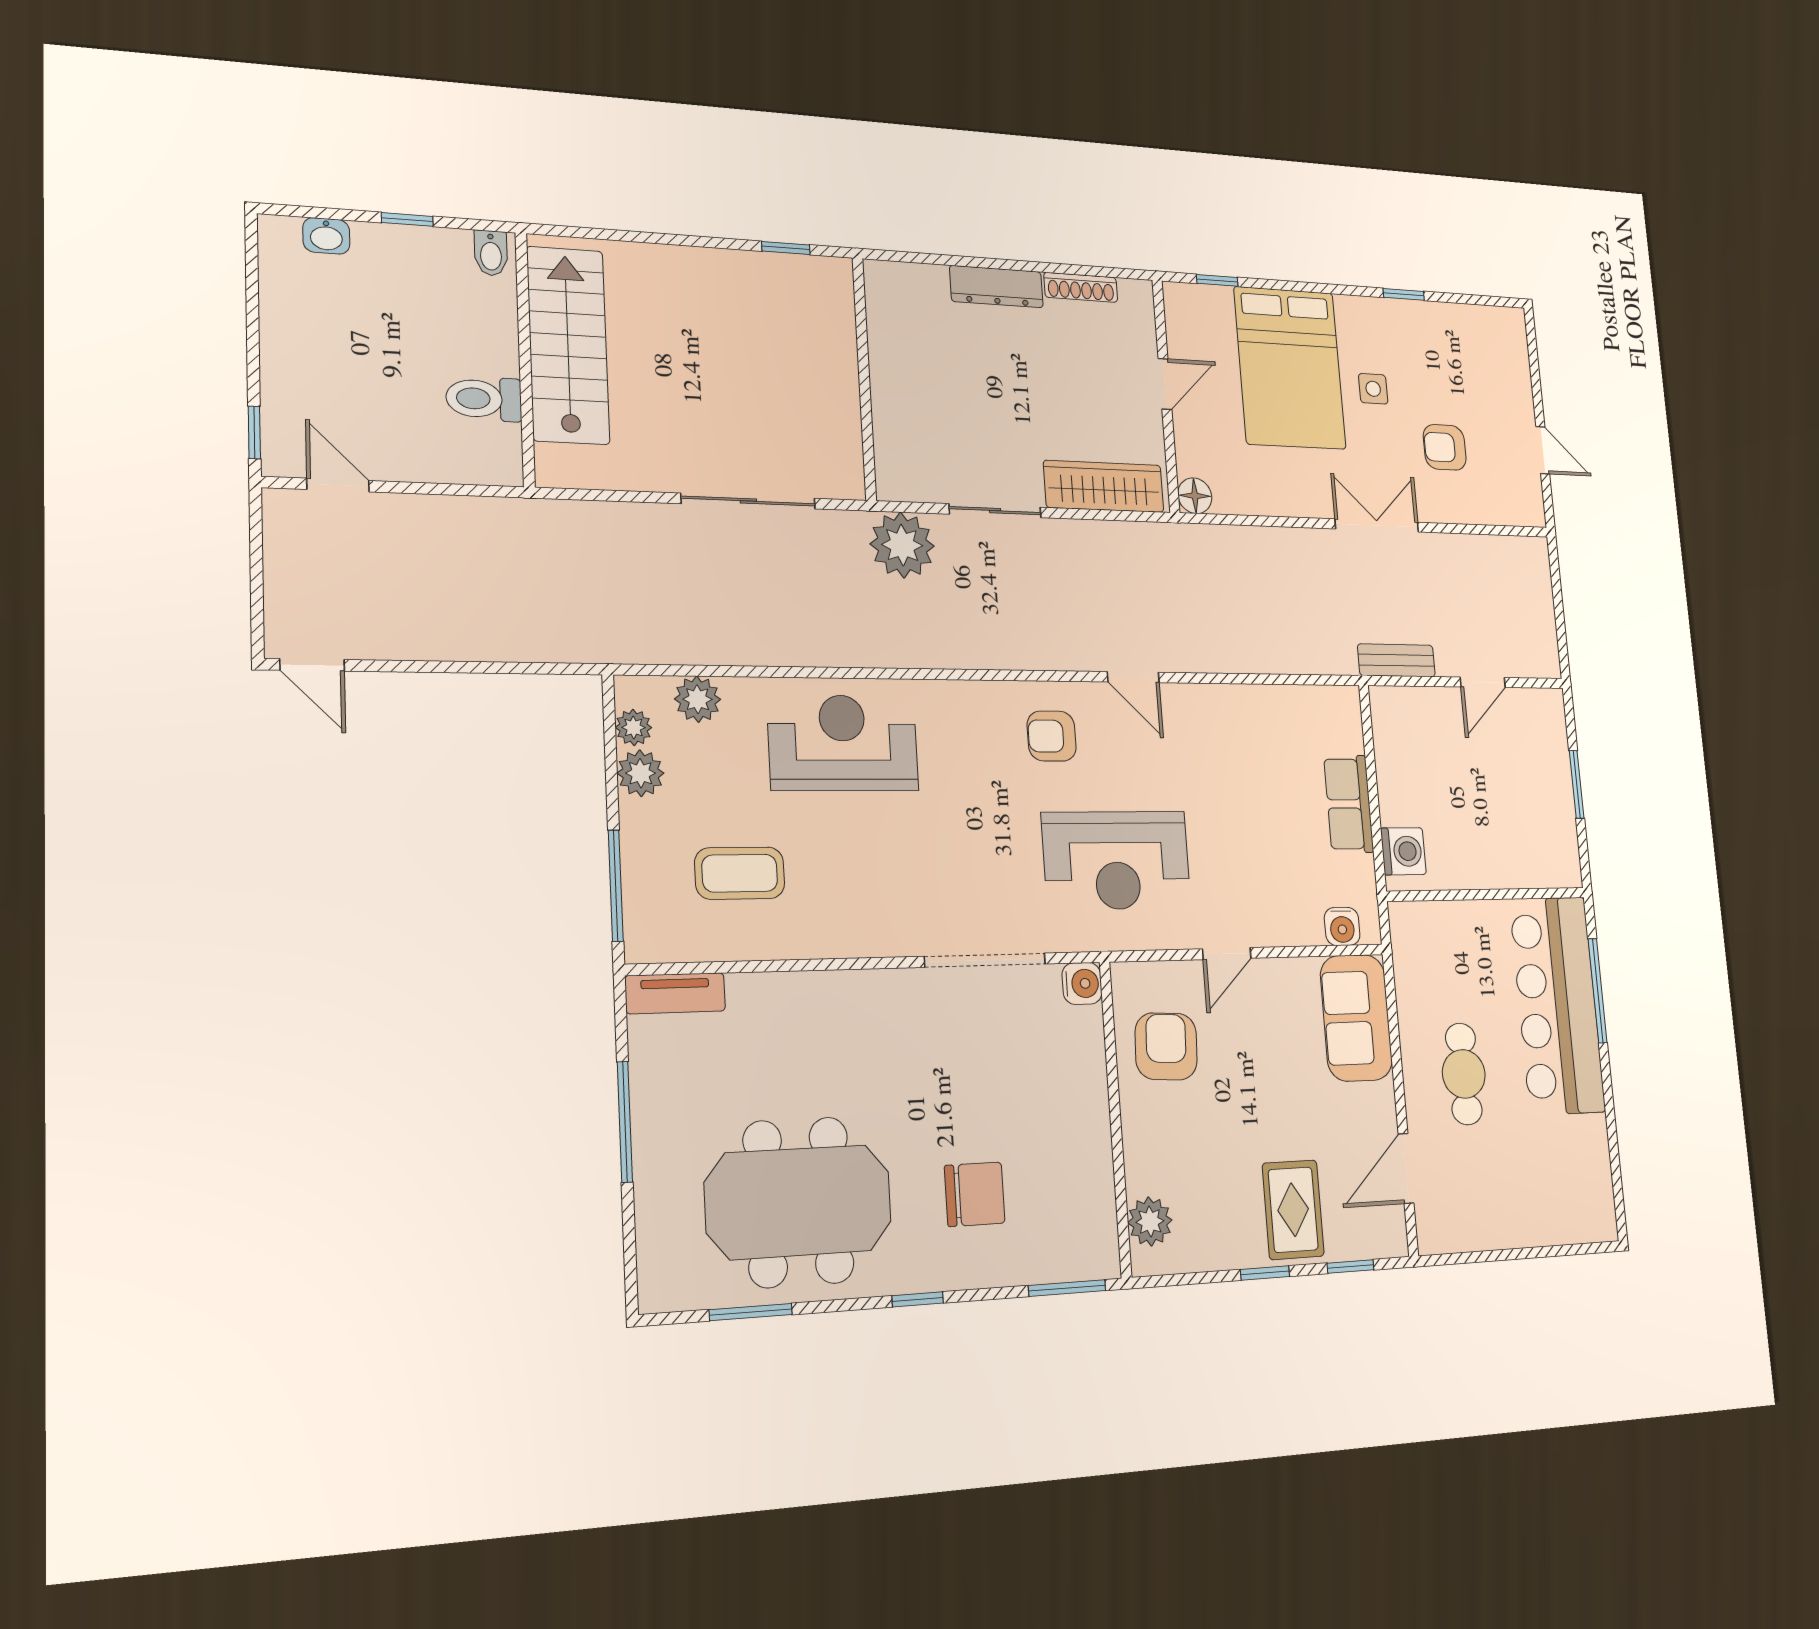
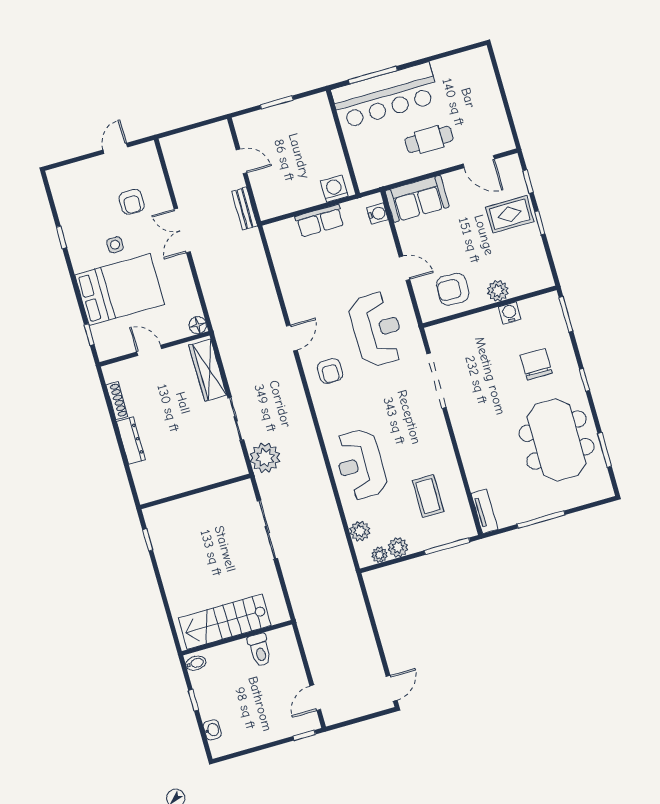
water cooler: (1082, 983) -> (510, 313), moved
plant: (1150, 1221) -> (498, 291), moved

